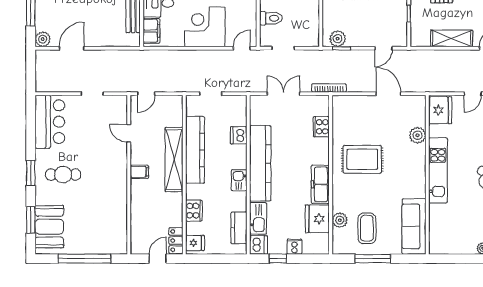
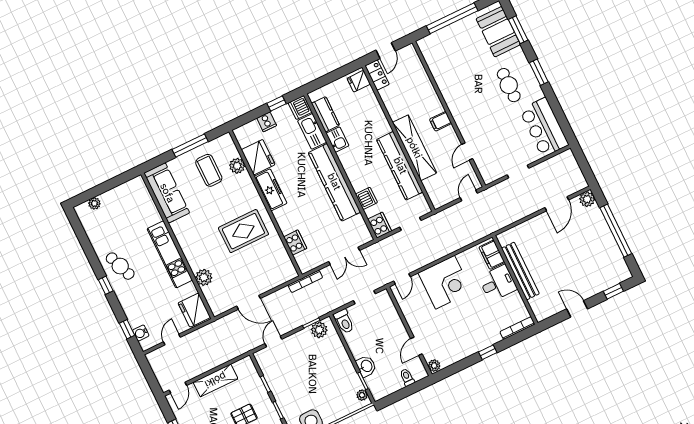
toilet: (271, 18) -> (344, 321), moved, turned -90
door: (129, 133) -> (467, 152), swing flipped
cafe table: (63, 175) -> (509, 85), turned 90
kitchen sink: (239, 180) -> (337, 140), moved
cooker: (194, 211) -> (380, 225), moved, turned 180

